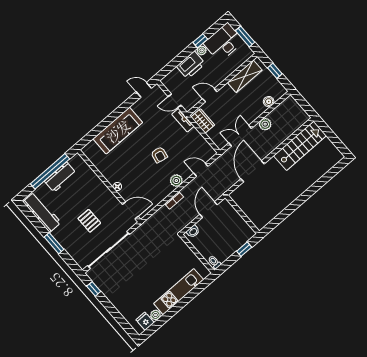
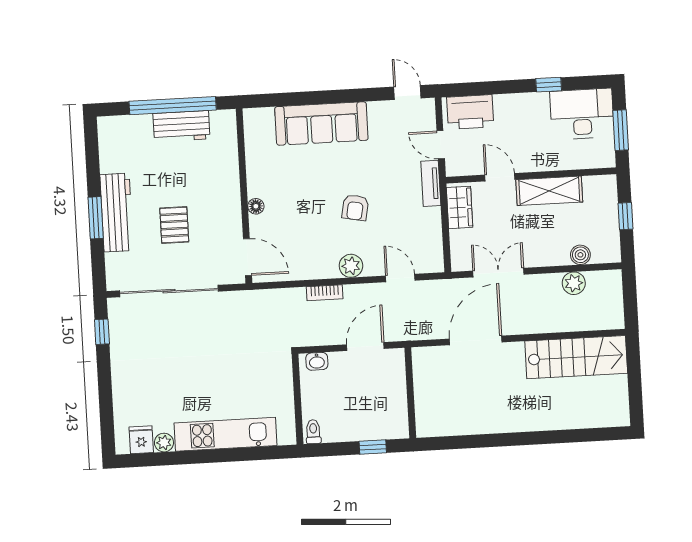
plant: (202, 50) -> (540, 101), removed
printer: (191, 65) -> (470, 112), moved
shelving: (245, 76) -> (549, 191), moved
plant: (265, 124) -> (574, 283), moved
workbench: (42, 212) -> (117, 213), moved

